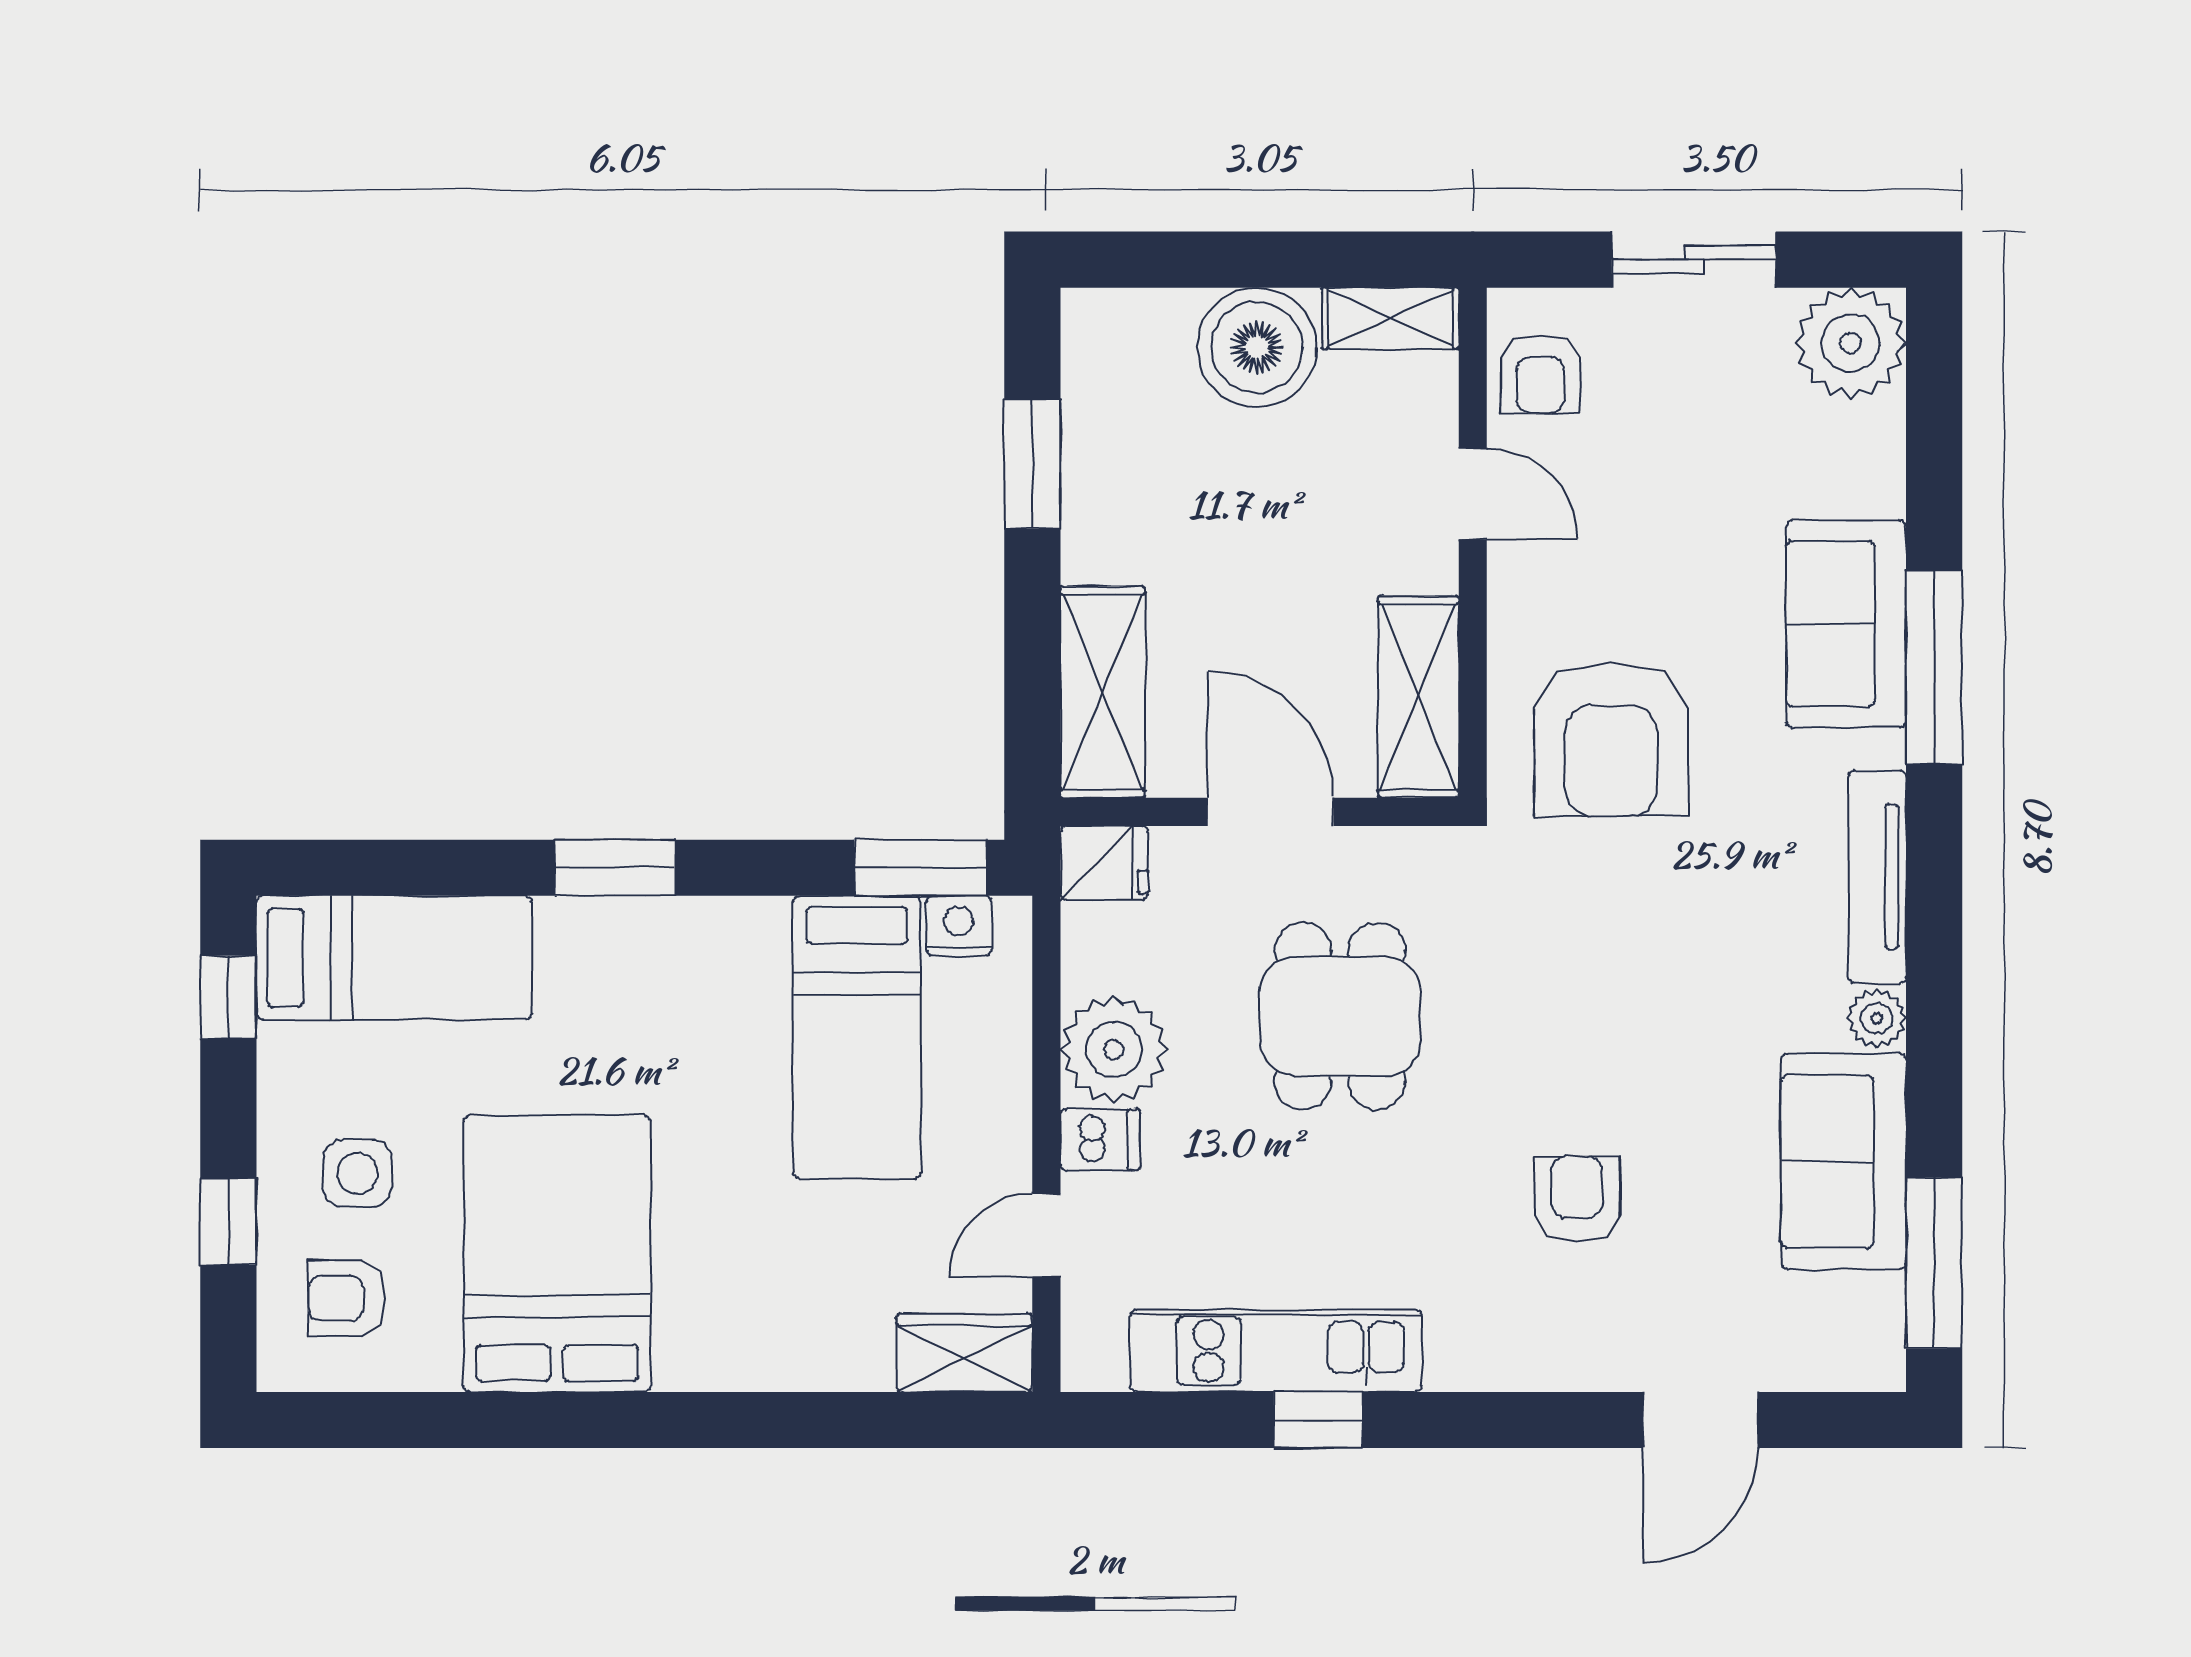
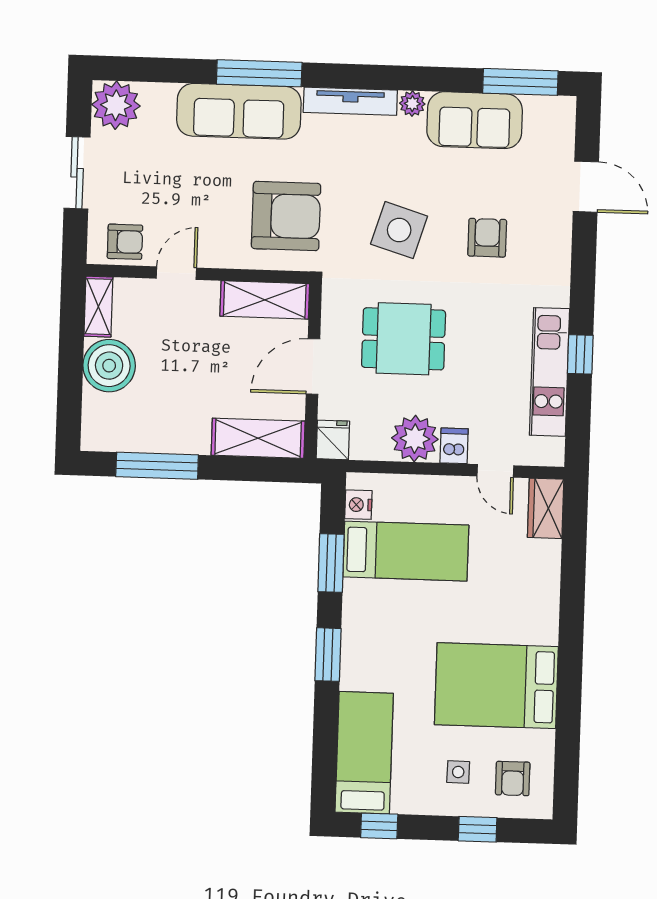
window: (1032, 464) -> (157, 466), width x1.44
sofa: (1846, 624) -> (239, 111), width x1.36
window: (921, 868) -> (331, 563), moved
side table: (1588, 998) -> (399, 230), added
side table: (357, 1173) -> (458, 772), width x0.73, depth x0.73
armchair: (1577, 1199) -> (487, 238), turned 90

